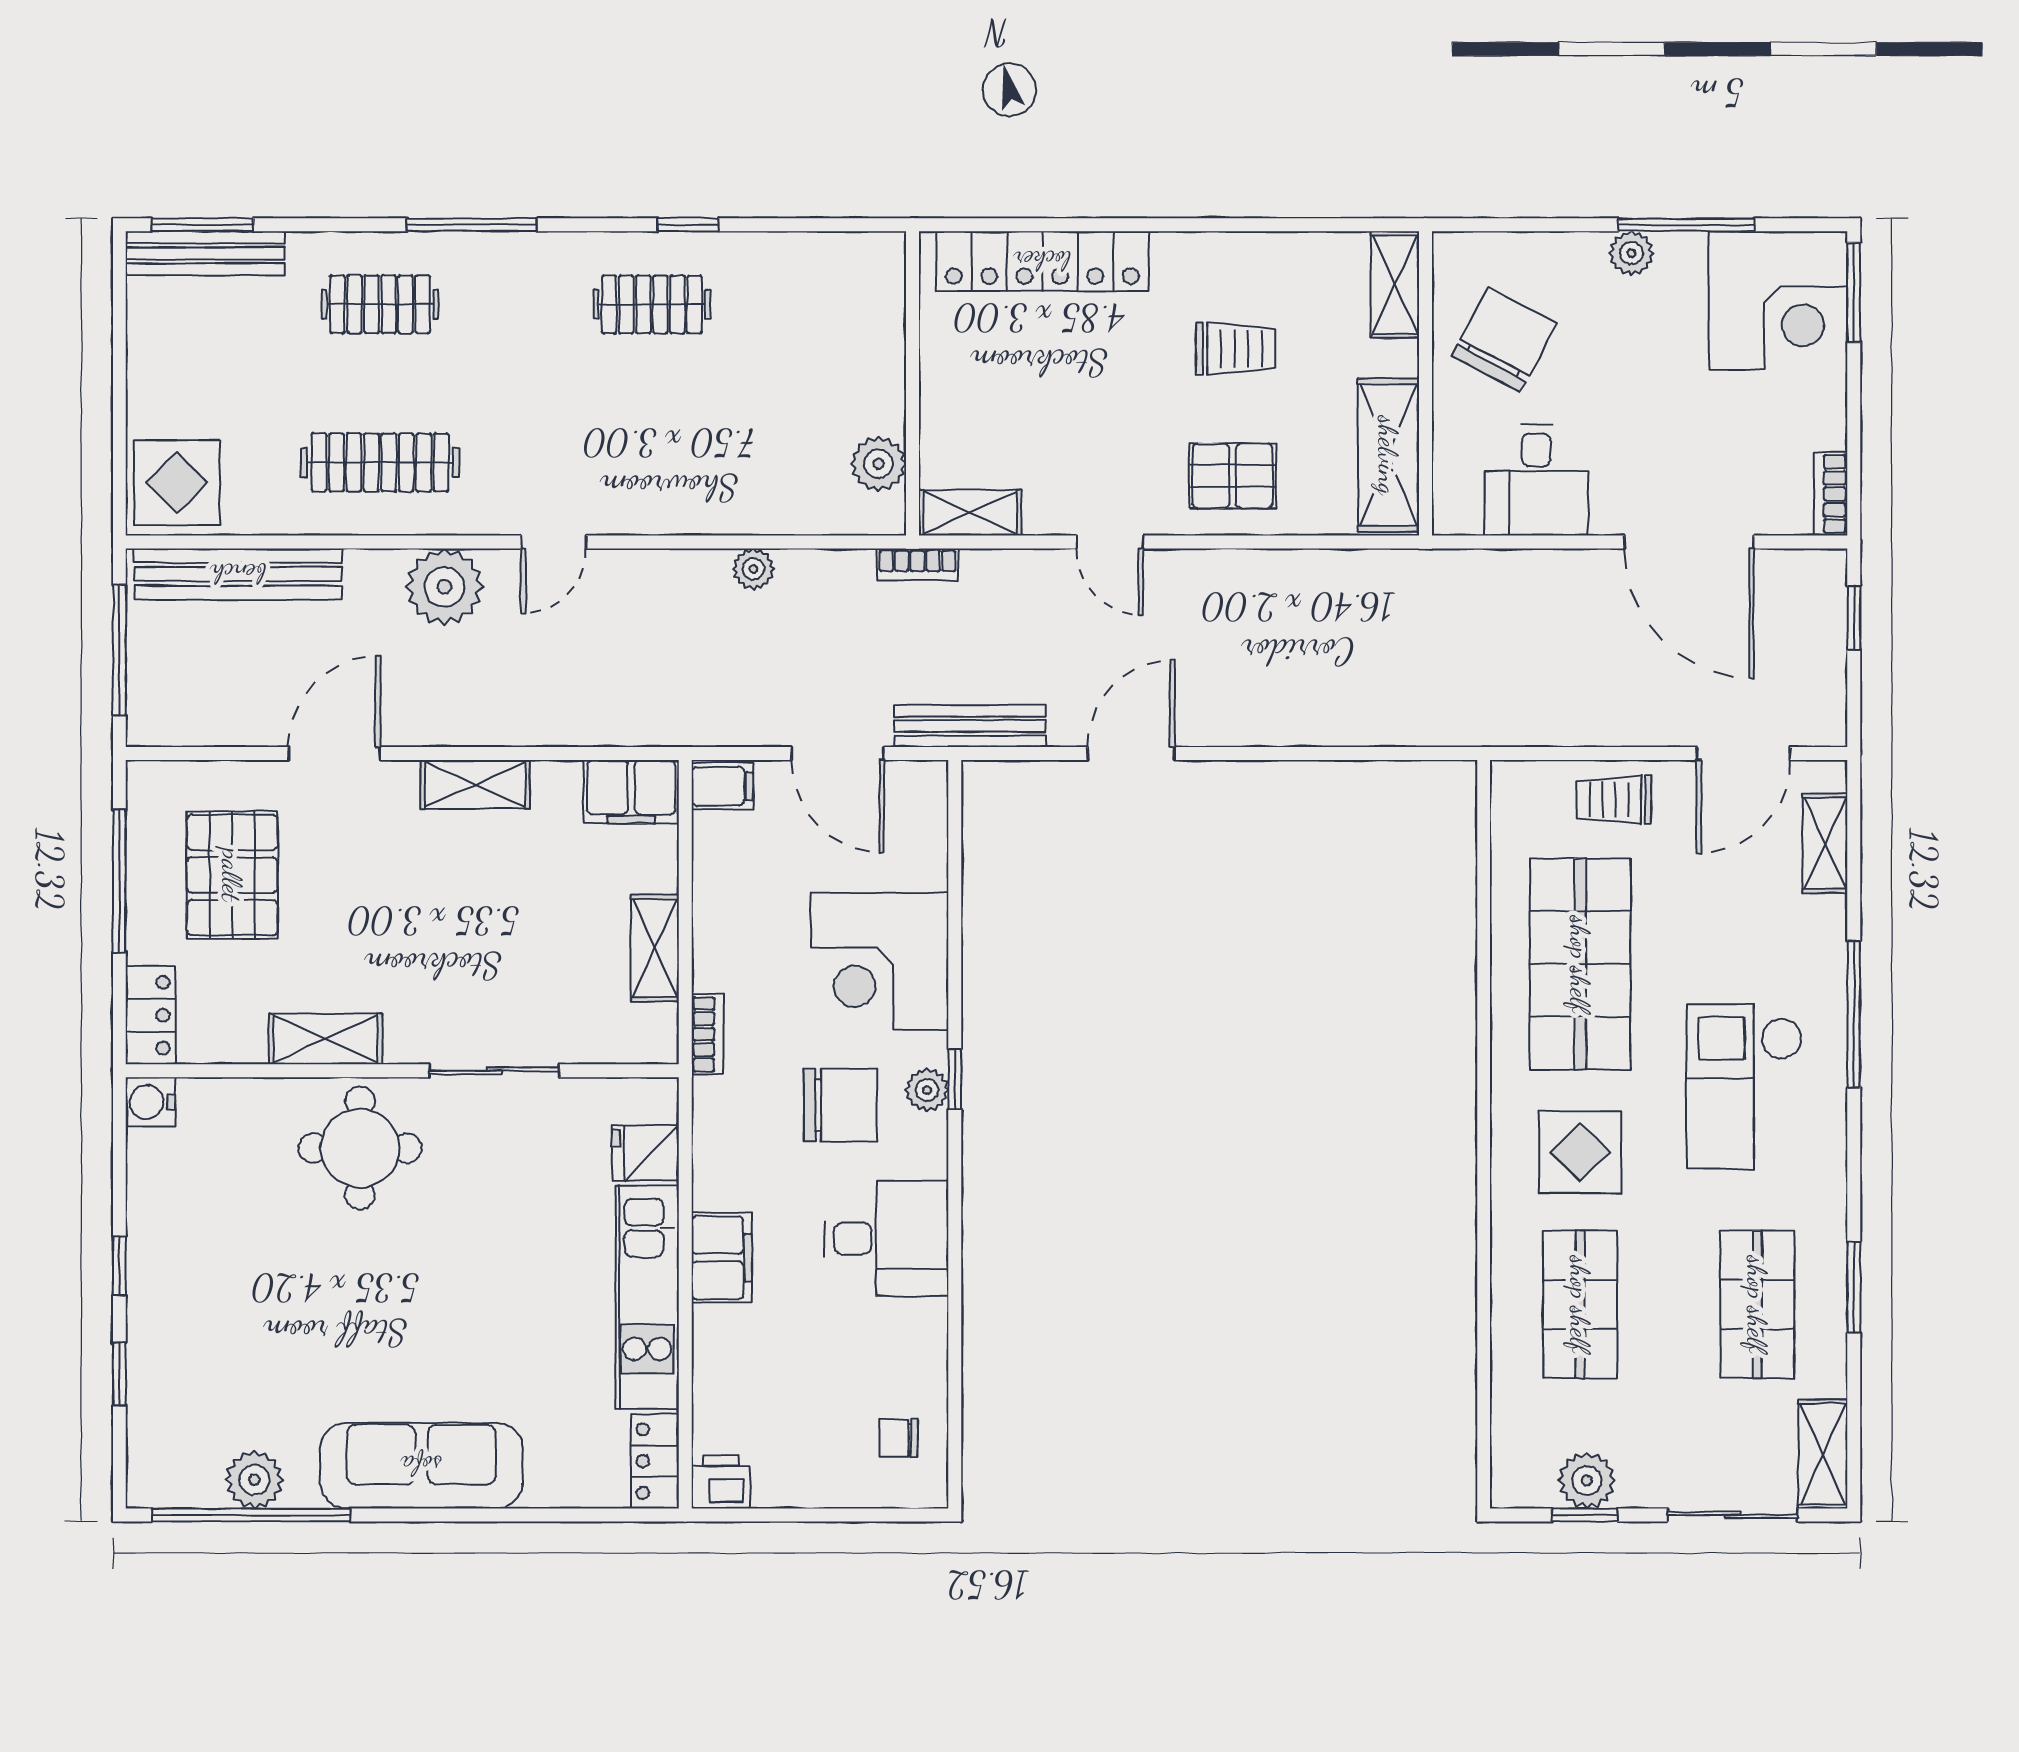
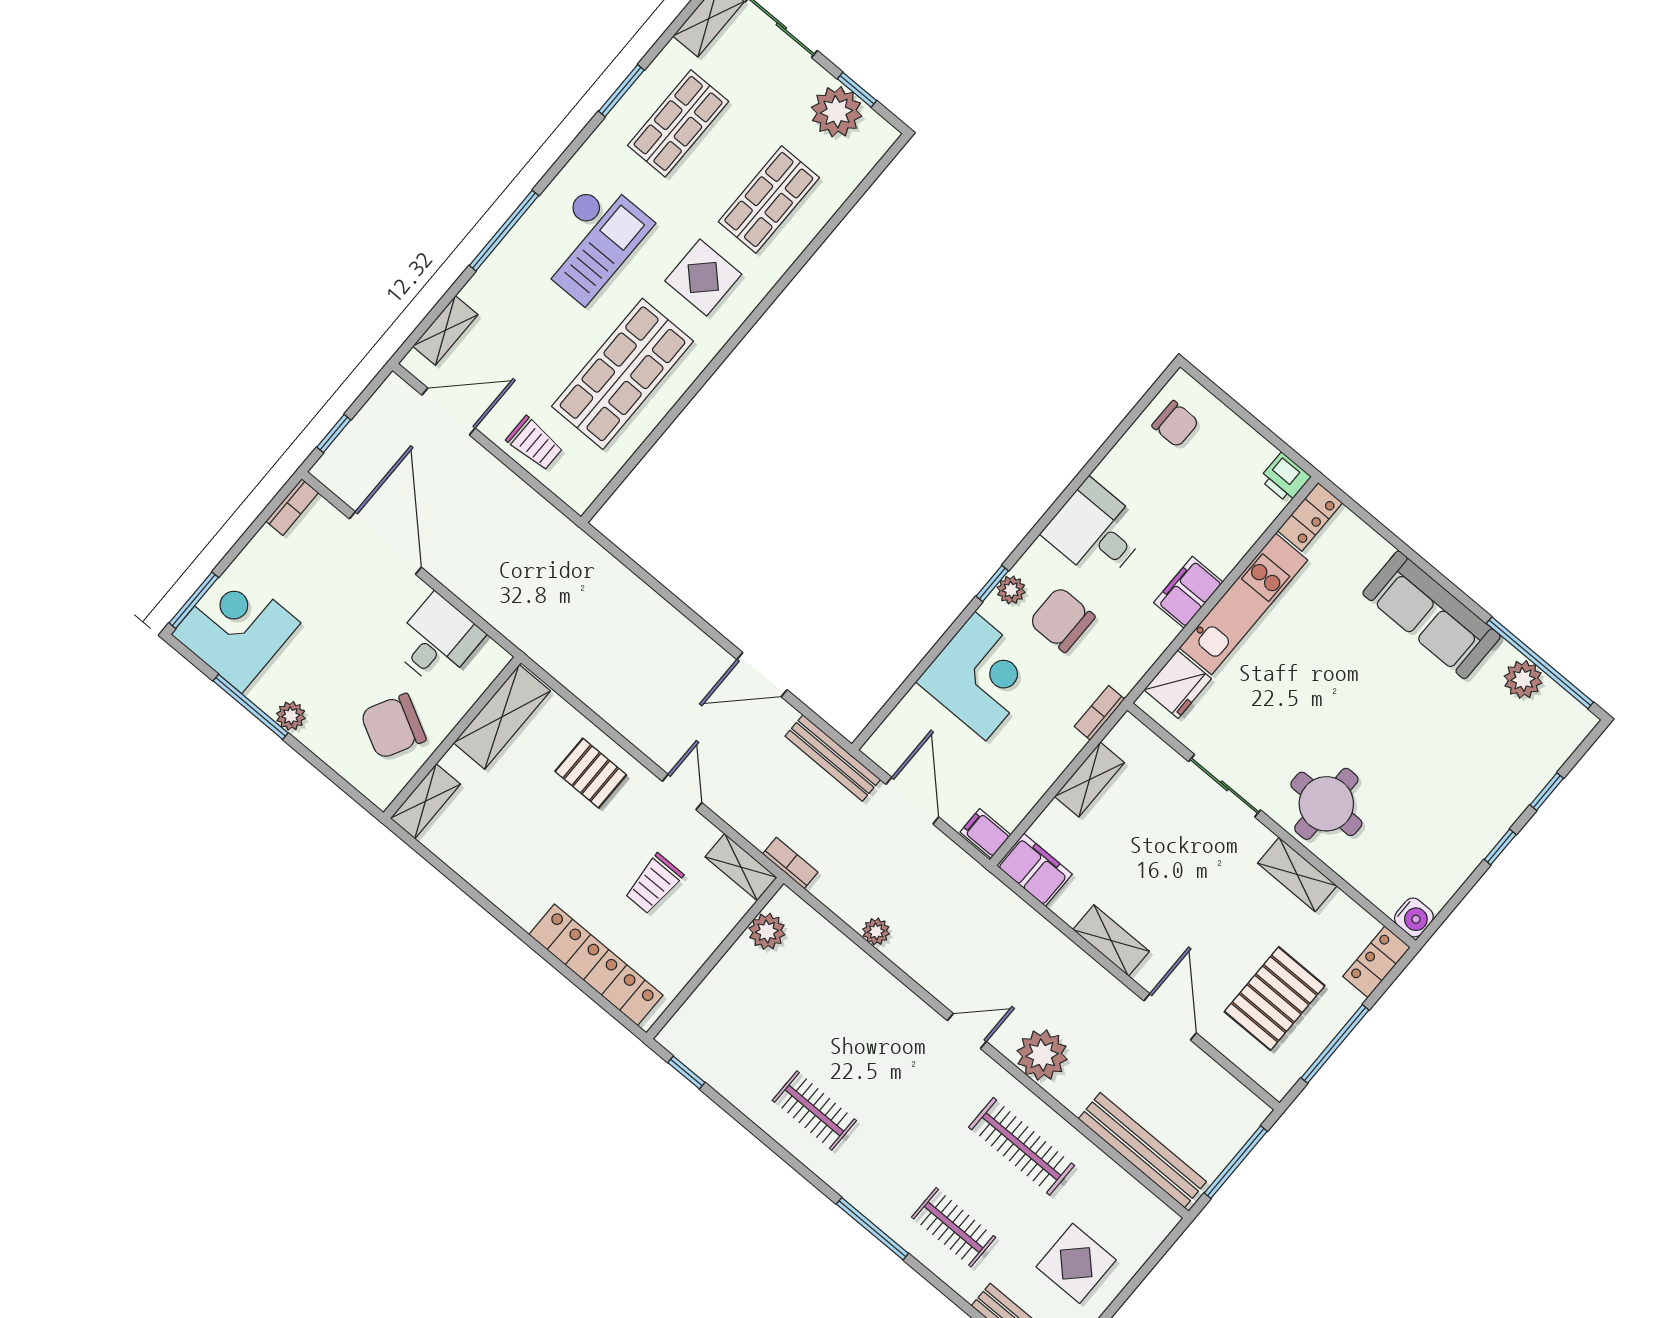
window: (688, 225) -> (686, 1073), moved
trolley: (1236, 349) -> (654, 884), moved, turned -90
display table: (177, 483) -> (1076, 1263), moved
door: (334, 754) -> (1170, 1017), swing flipped
fridge: (645, 1153) -> (1178, 684), width x1.38
chair: (898, 1438) -> (1175, 424), width x1.37, depth x1.37
plant: (1587, 1480) -> (837, 112), width x1.36, depth x1.36

